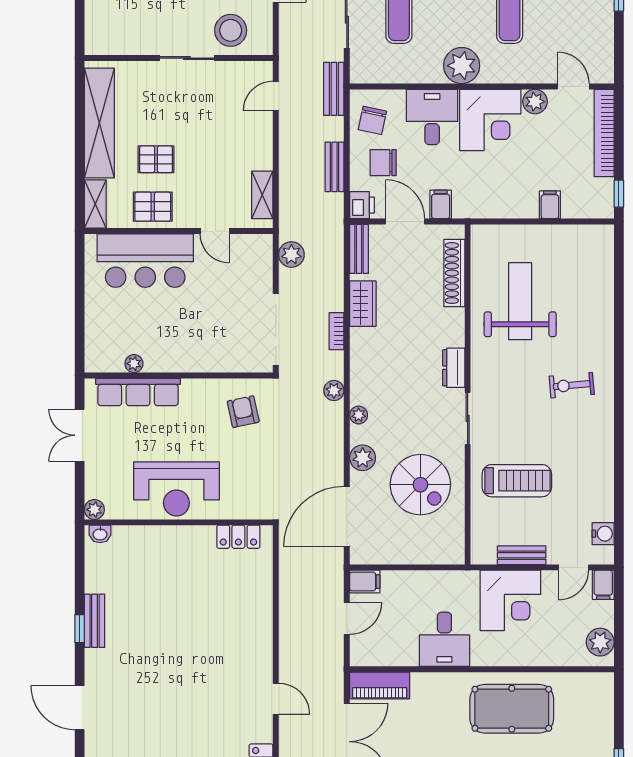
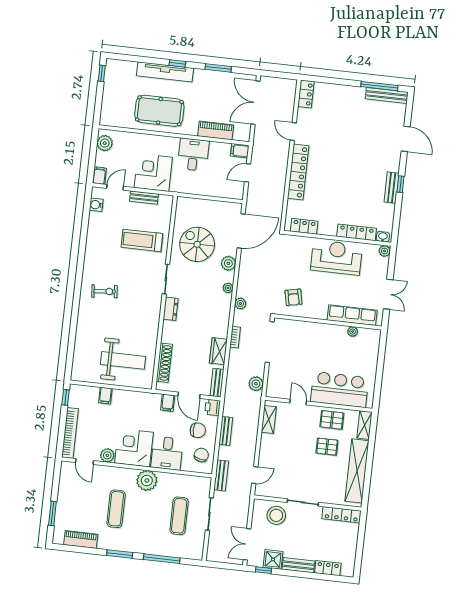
locker: (118, 44) -> (342, 515), added
weight bench: (520, 301) -> (123, 360), moved, turned -90
locker: (146, 536) -> (357, 232), added
filing cabinet: (365, 582) -> (240, 151), moved
locker: (259, 630) -> (298, 172), added
piano: (380, 685) -> (216, 130), moved

